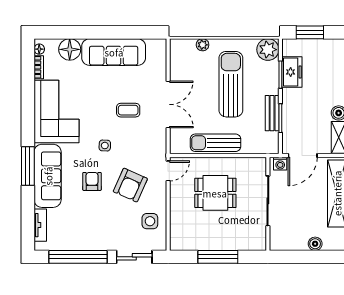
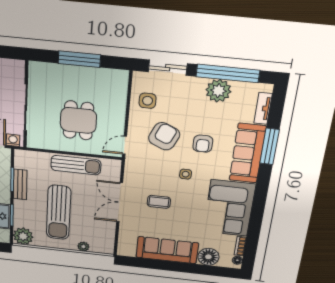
window: (28, 166) -> (269, 146), moved
dining table: (215, 193) -> (78, 120), turned 90
plant: (84, 239) -> (218, 91), added

